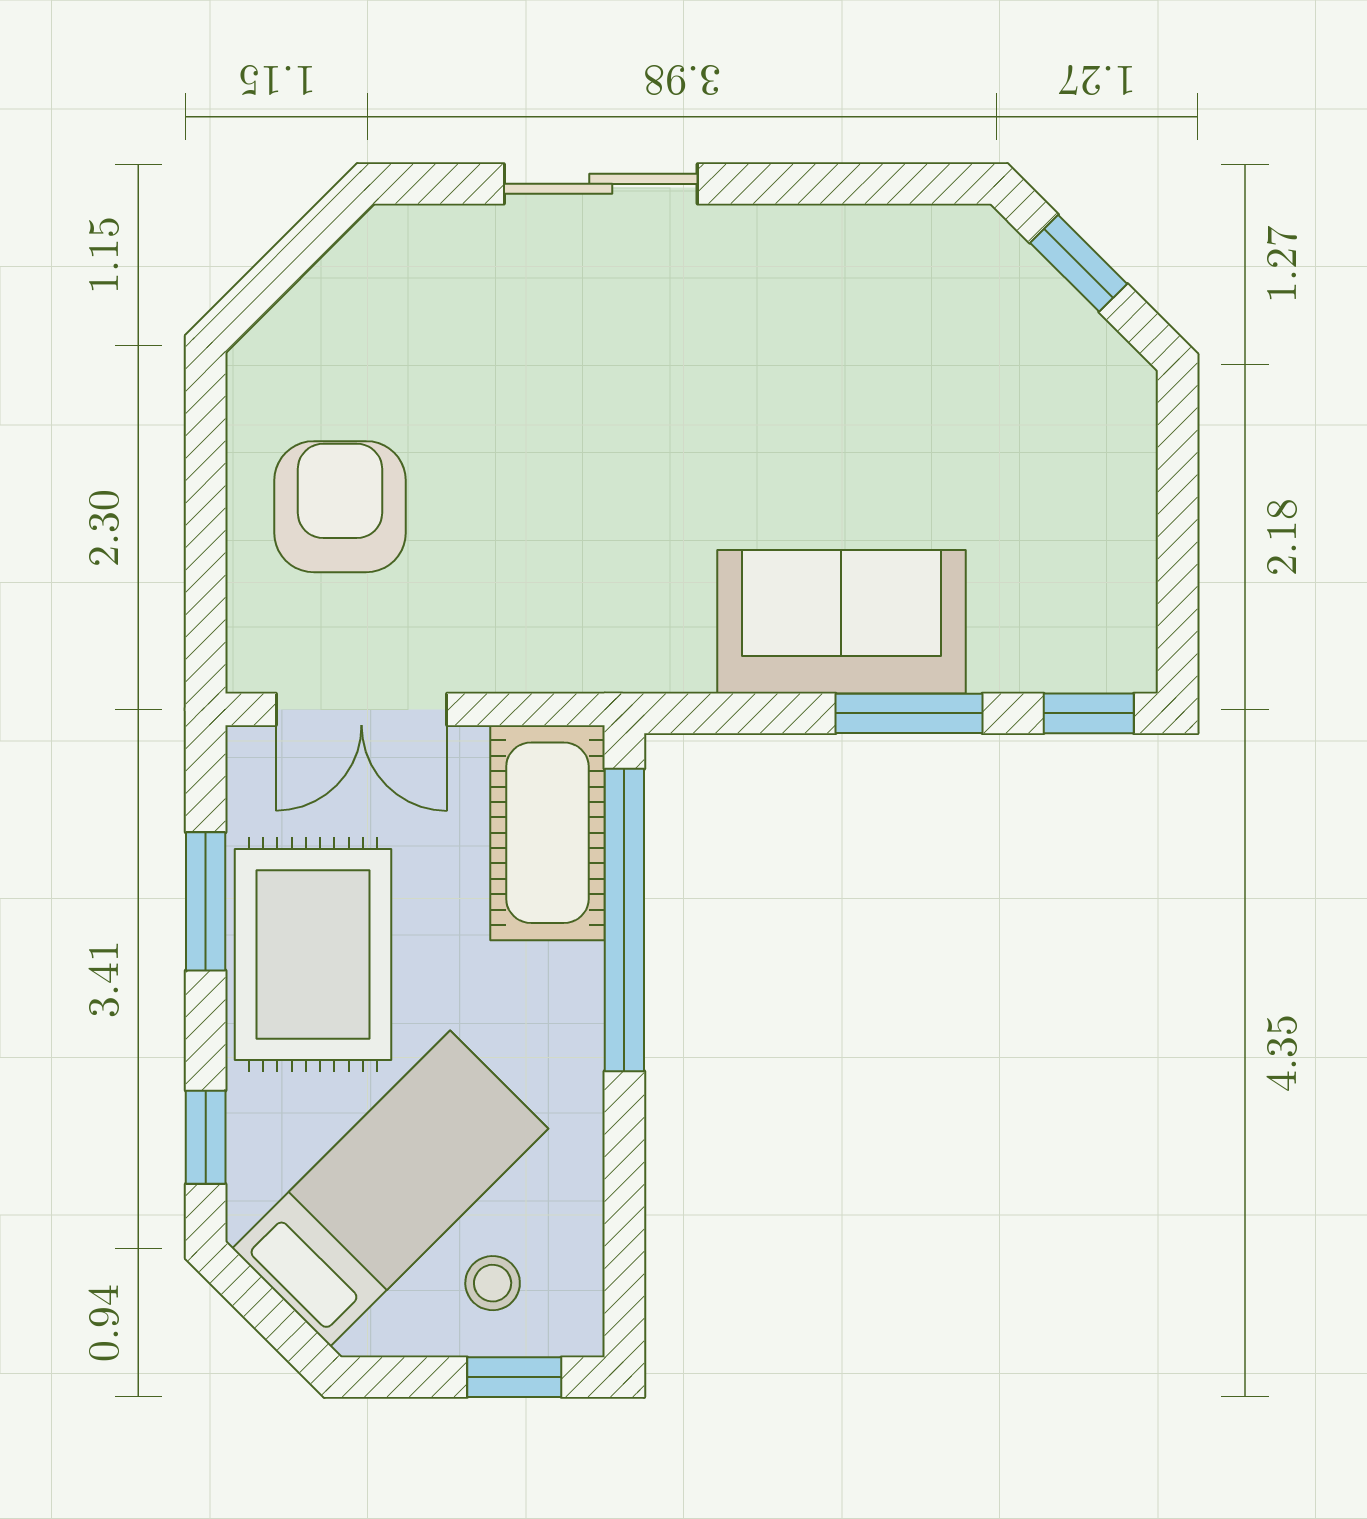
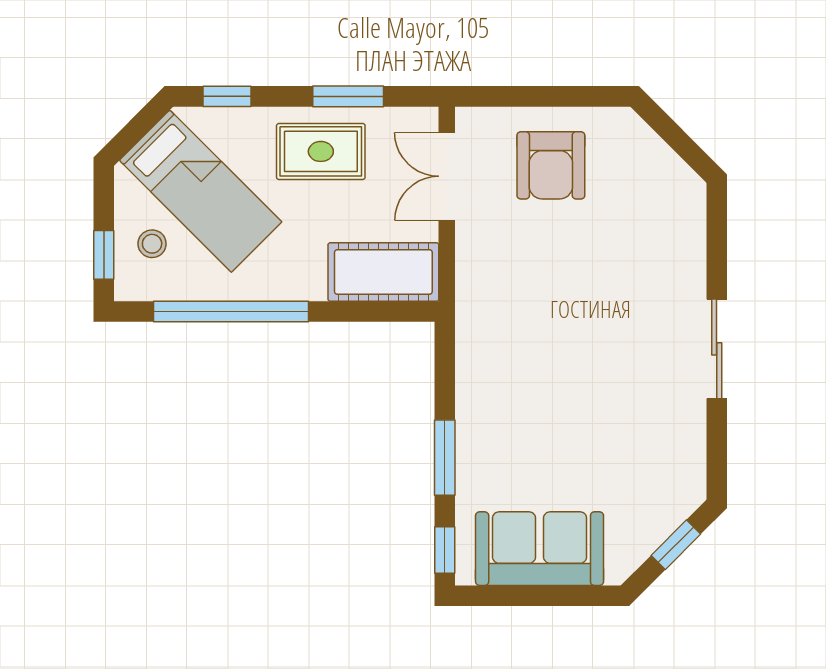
sliding door: (601, 184) -> (717, 349), moved
armchair: (340, 507) -> (551, 165), turned 90
sofa: (841, 622) -> (540, 549), moved, turned -90
window: (624, 920) -> (231, 311), moved
rug: (313, 955) -> (321, 151), width x0.73, depth x0.70

